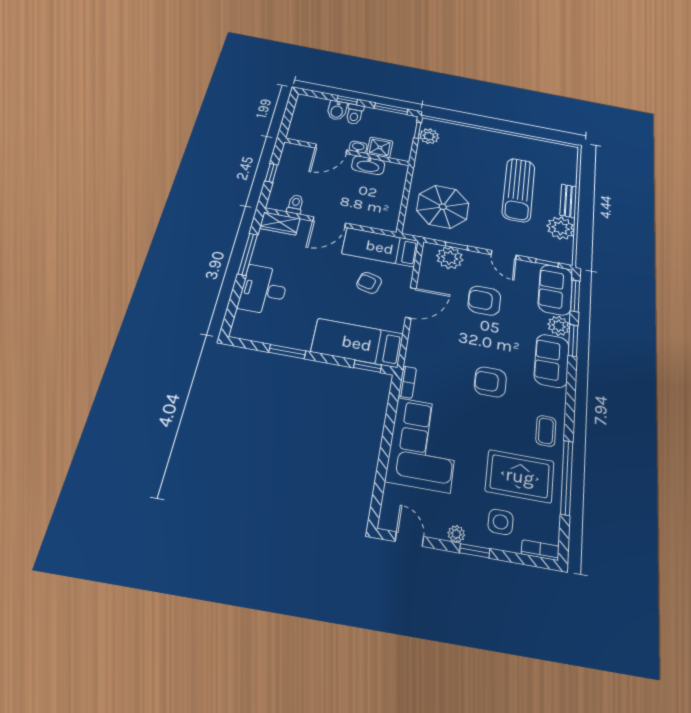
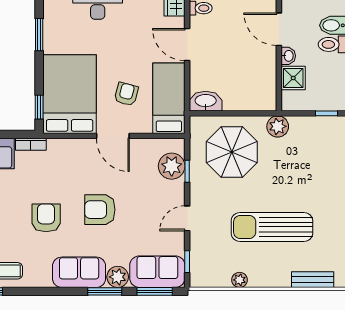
plant: (429, 136) -> (278, 126), moved
washbasin: (368, 165) -> (206, 101), moved, turned 90
bench: (568, 201) -> (313, 280), moved
plant: (561, 228) -> (240, 280), width x0.53, depth x0.53
armchair: (484, 301) -> (100, 210), moved, turned -90
bed: (357, 343) -> (70, 94), width x1.50

